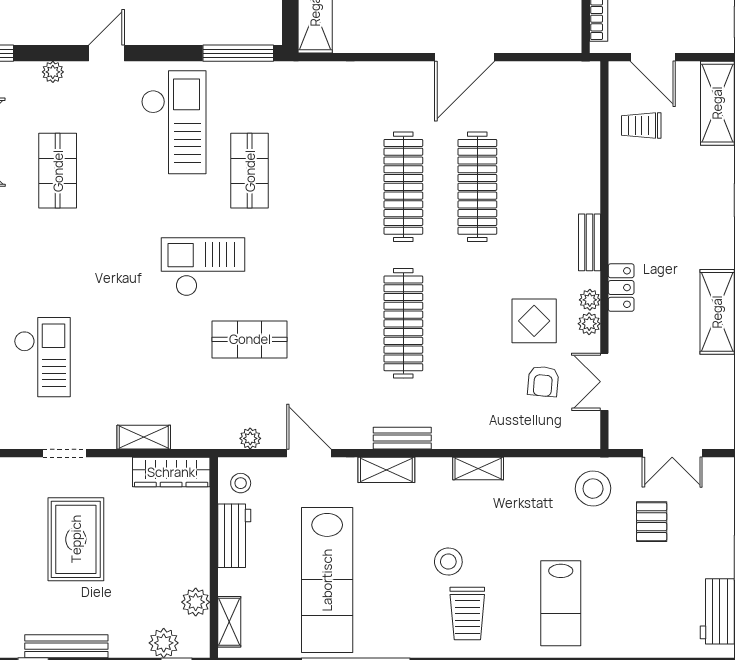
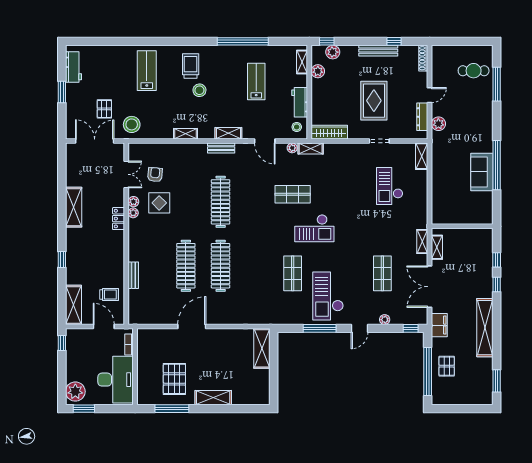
window: (238, 53) -> (320, 328), moved
bench: (590, 242) -> (133, 275), moved
shelving: (144, 437) -> (311, 149), moved
double door: (672, 453) -> (95, 141), width x1.37
lab bench: (327, 580) -> (256, 82), width x0.54, depth x0.72

